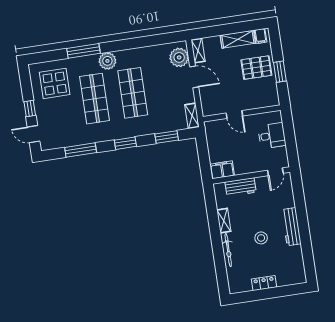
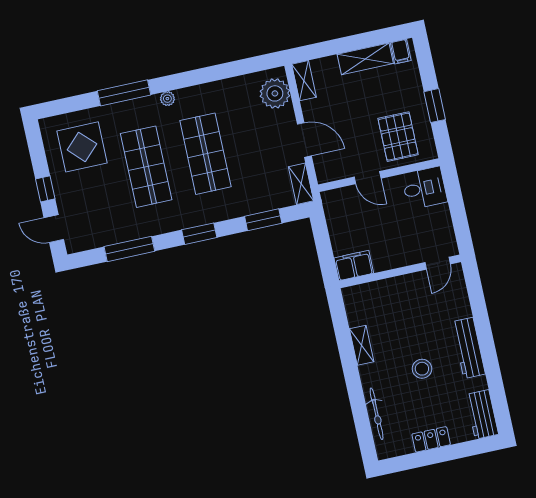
plant: (107, 61) -> (167, 99), width x0.53, depth x0.53
pallet: (256, 68) -> (398, 137), moved, turned 90
door: (194, 77) -> (304, 140), moved
desk: (272, 136) -> (424, 188), moved
workbench: (241, 187) -> (482, 414), moved, turned 90
bicycle: (228, 250) -> (377, 414), moved

